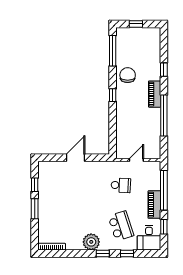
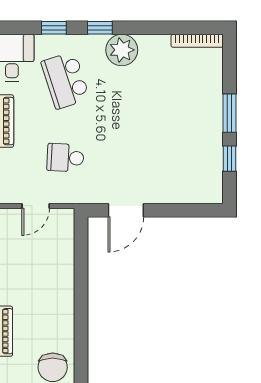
window: (113, 95) -> (81, 329), removed
door: (76, 158) -> (126, 210), moved

